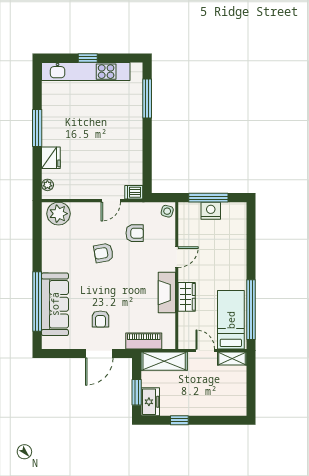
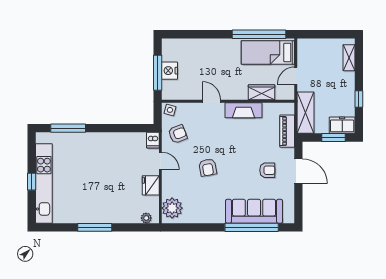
fridge: (51, 158) -> (151, 185), moved, turned -90
armchair: (135, 233) -> (178, 134), moved, turned 69
wardrobe: (187, 297) -> (262, 92), moved
shelving: (232, 359) -> (349, 58), moved

